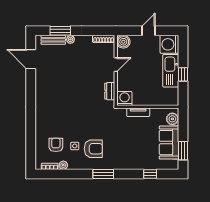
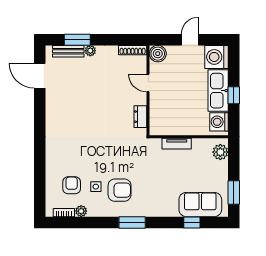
door: (116, 65) -> (148, 83), swing flipped
washing machine: (125, 99) -> (219, 122), moved, turned -90
sofa: (169, 143) -> (200, 205), moved, turned 90

